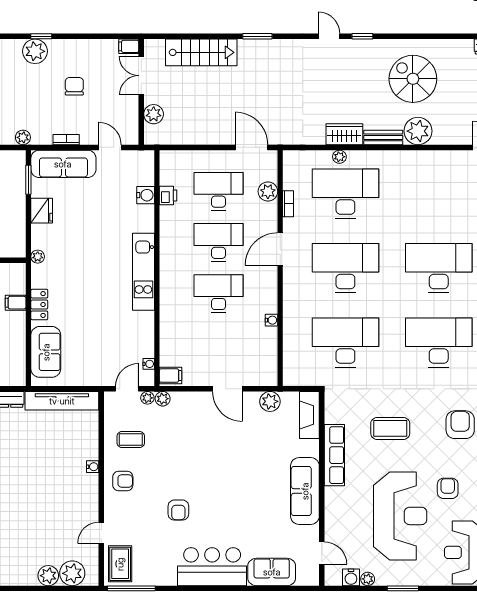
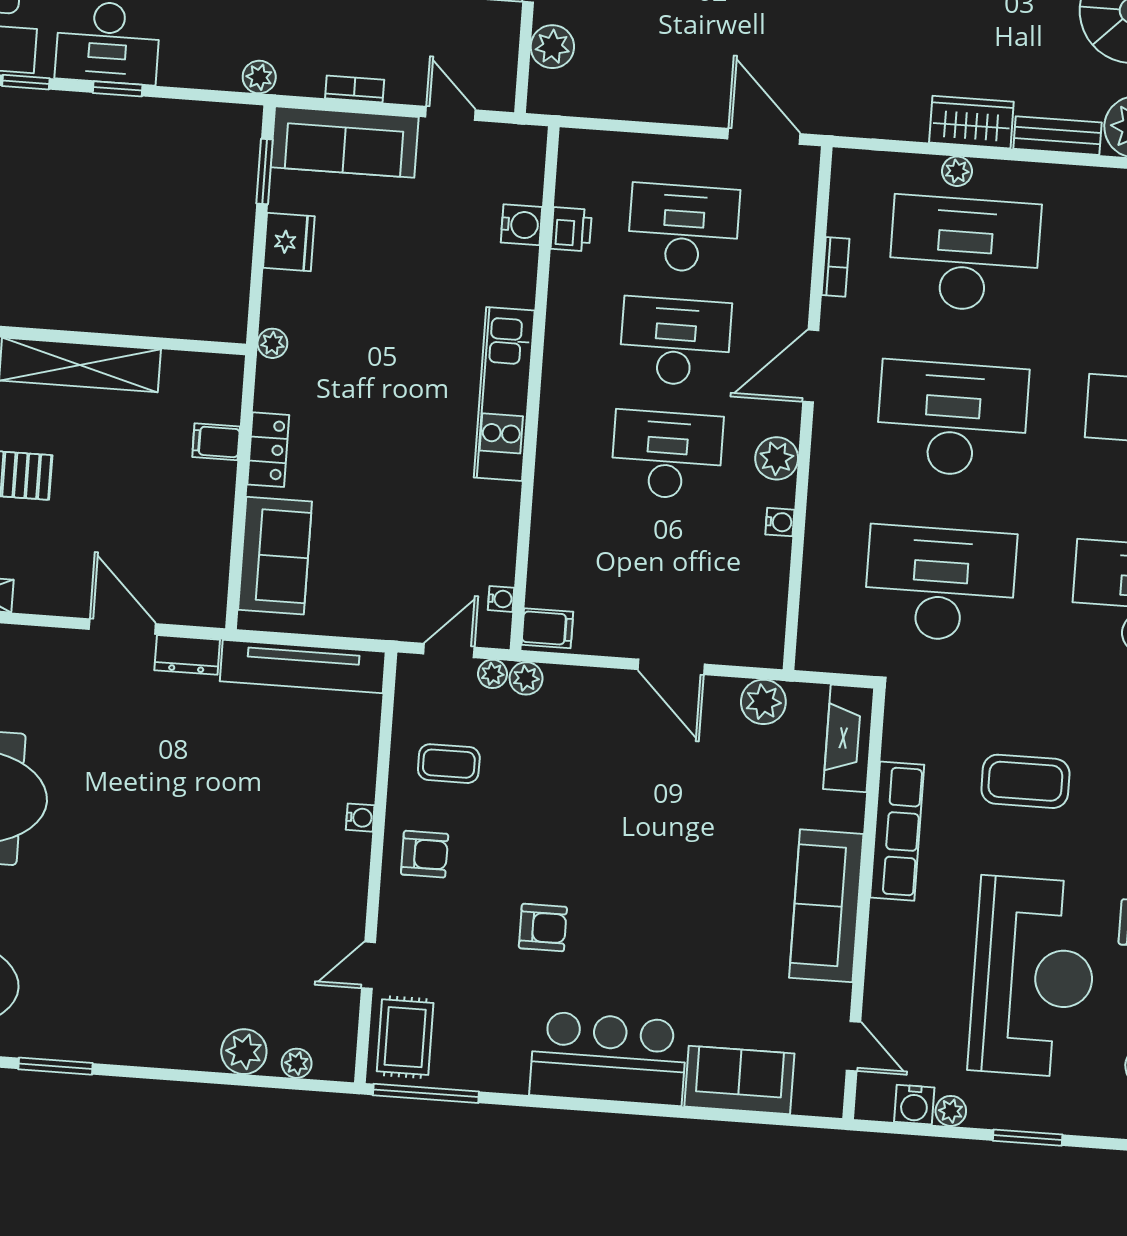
plant: (268, 191) -> (777, 458), moved
armchair: (178, 510) -> (543, 928), turned -90
plant: (72, 573) -> (297, 1063), width x0.53, depth x0.53

